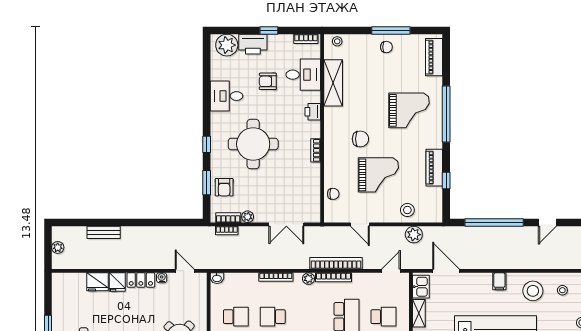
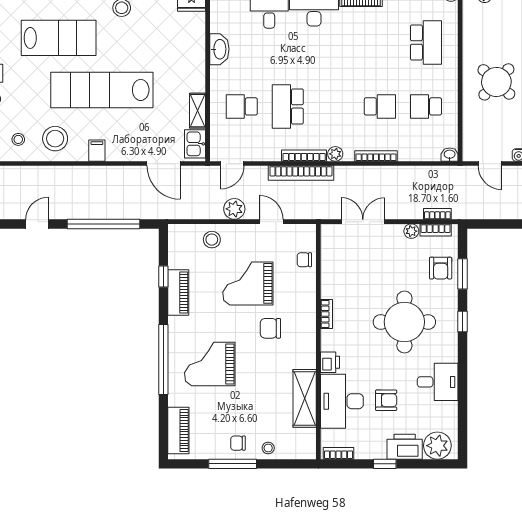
stool: (337, 41) -> (268, 448), moved
desk: (303, 75) -> (342, 401), width x1.37
armchair: (224, 187) -> (441, 268), turned 180
plant: (414, 235) -> (234, 209), moved

